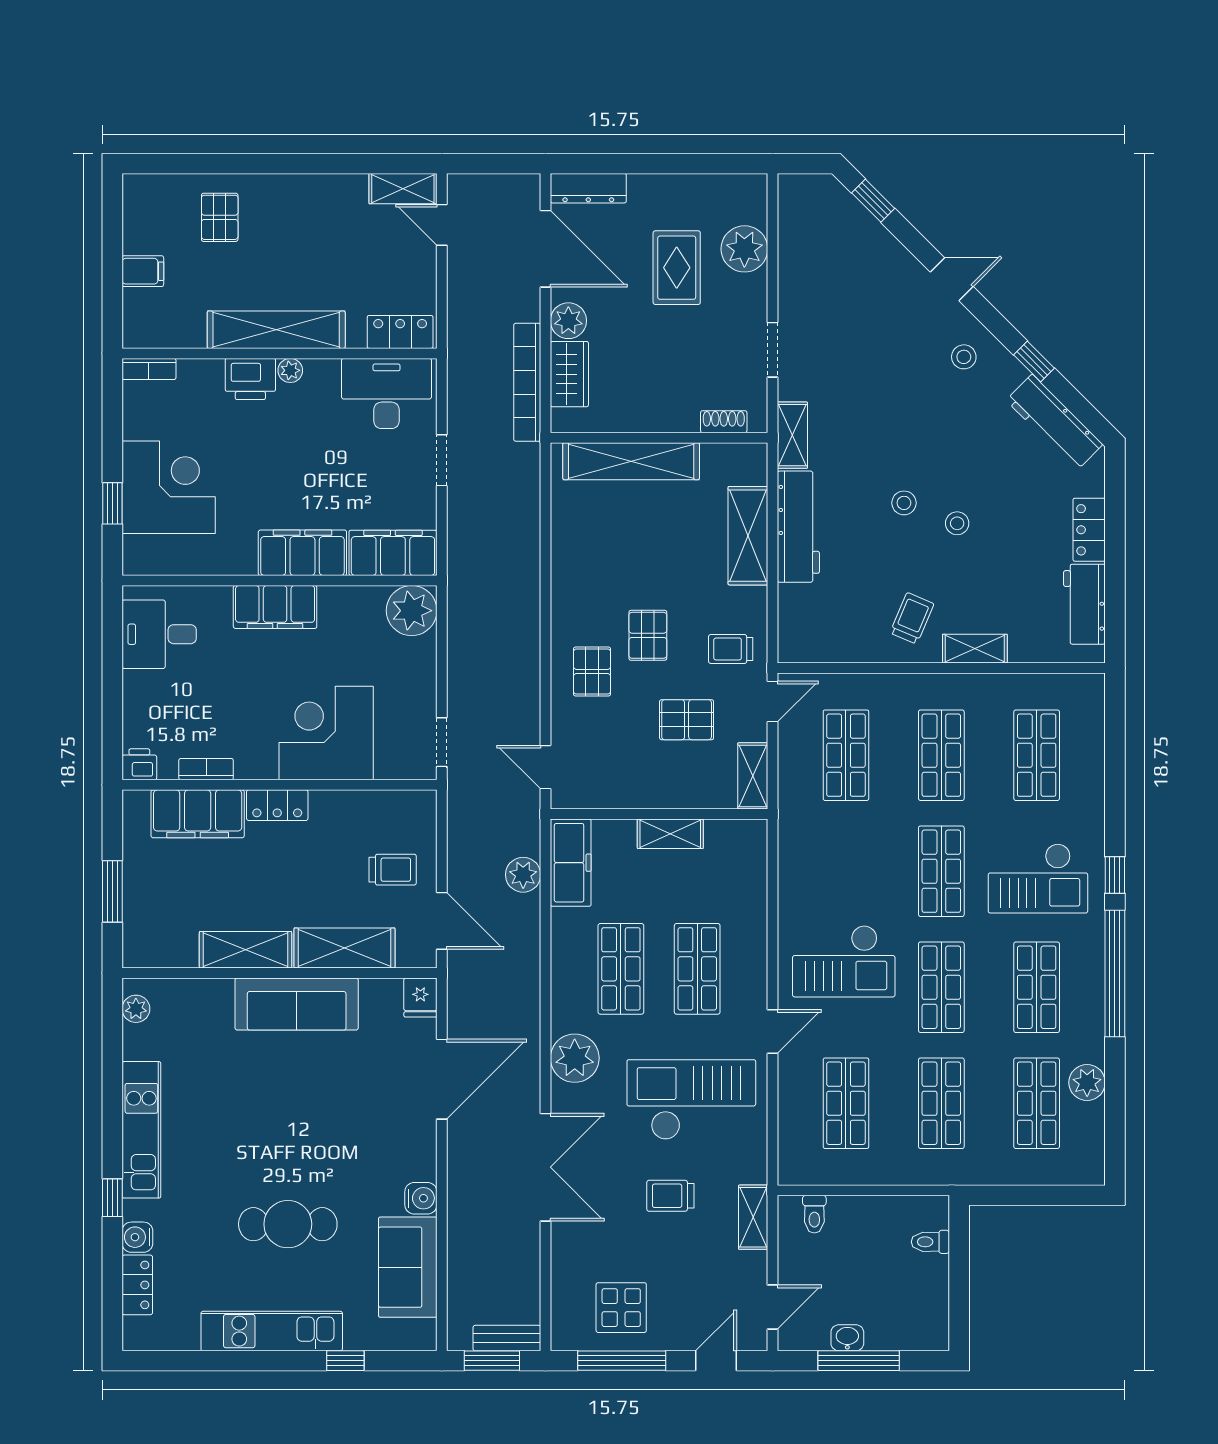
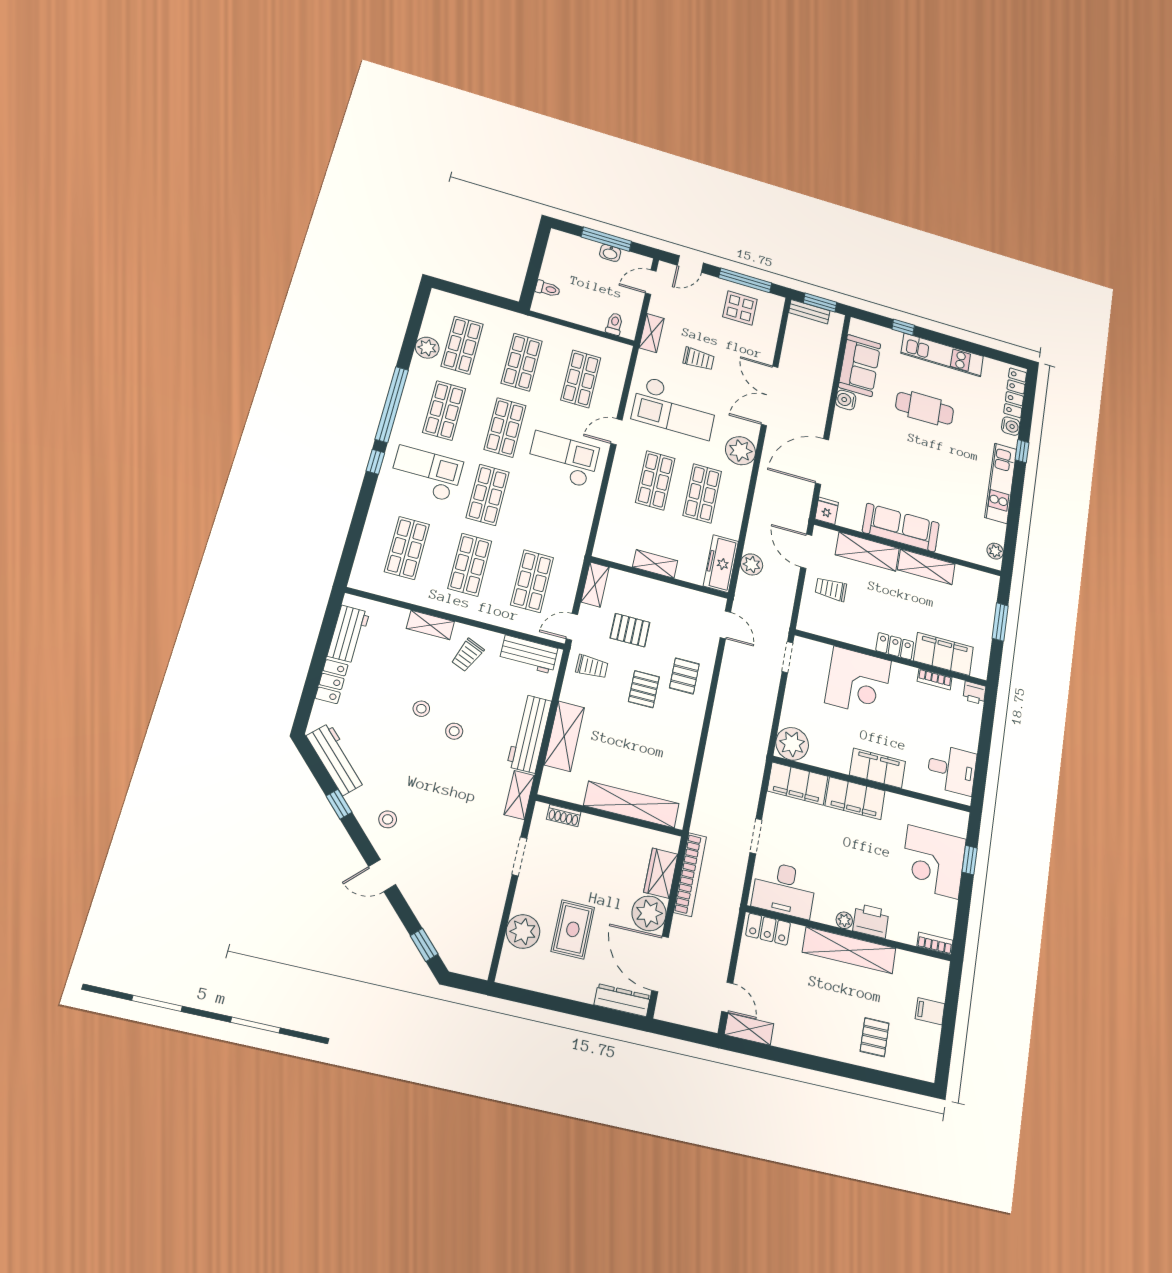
plant: (568, 321) -> (649, 913), width x1.36, depth x1.36
workbench: (826, 643) -> (529, 654), added
locker: (137, 1285) -> (1015, 393), width x1.53

